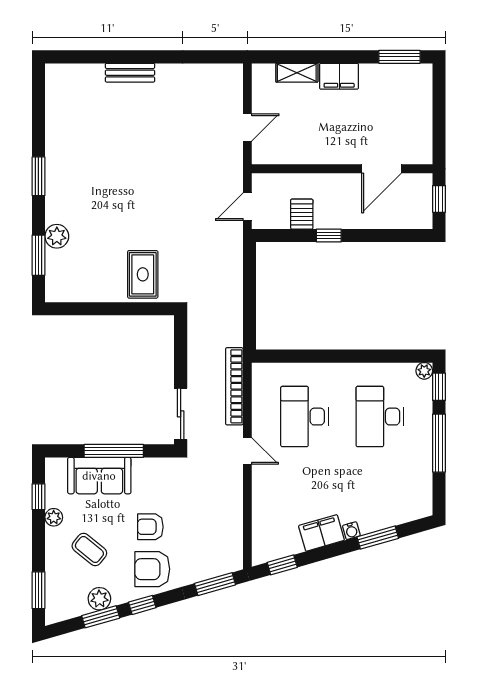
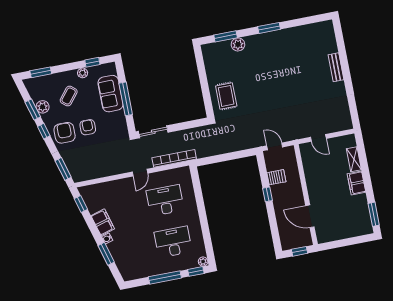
rug: (143, 274) -> (226, 96), turned 90

